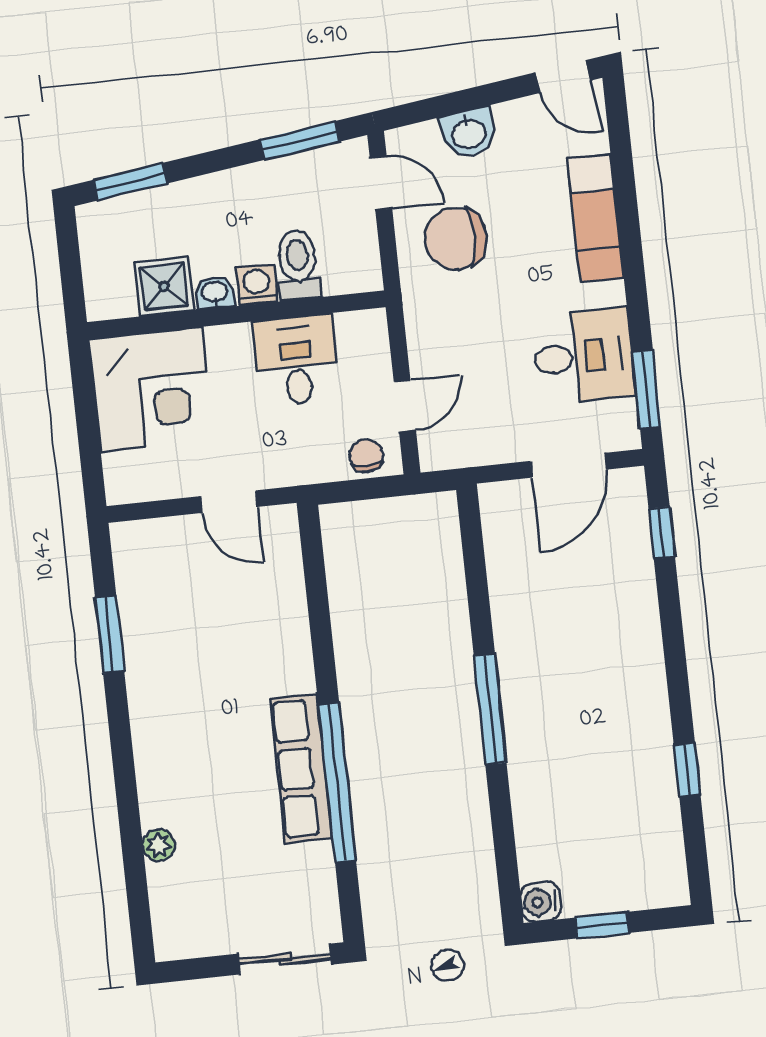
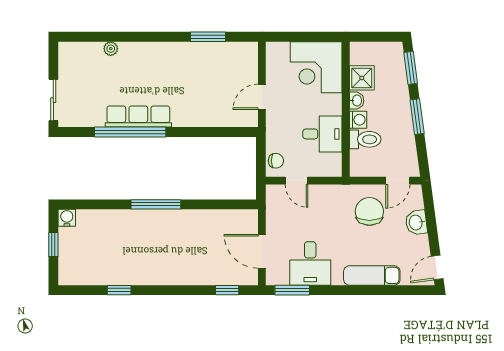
window: (300, 140) -> (417, 117), moved

